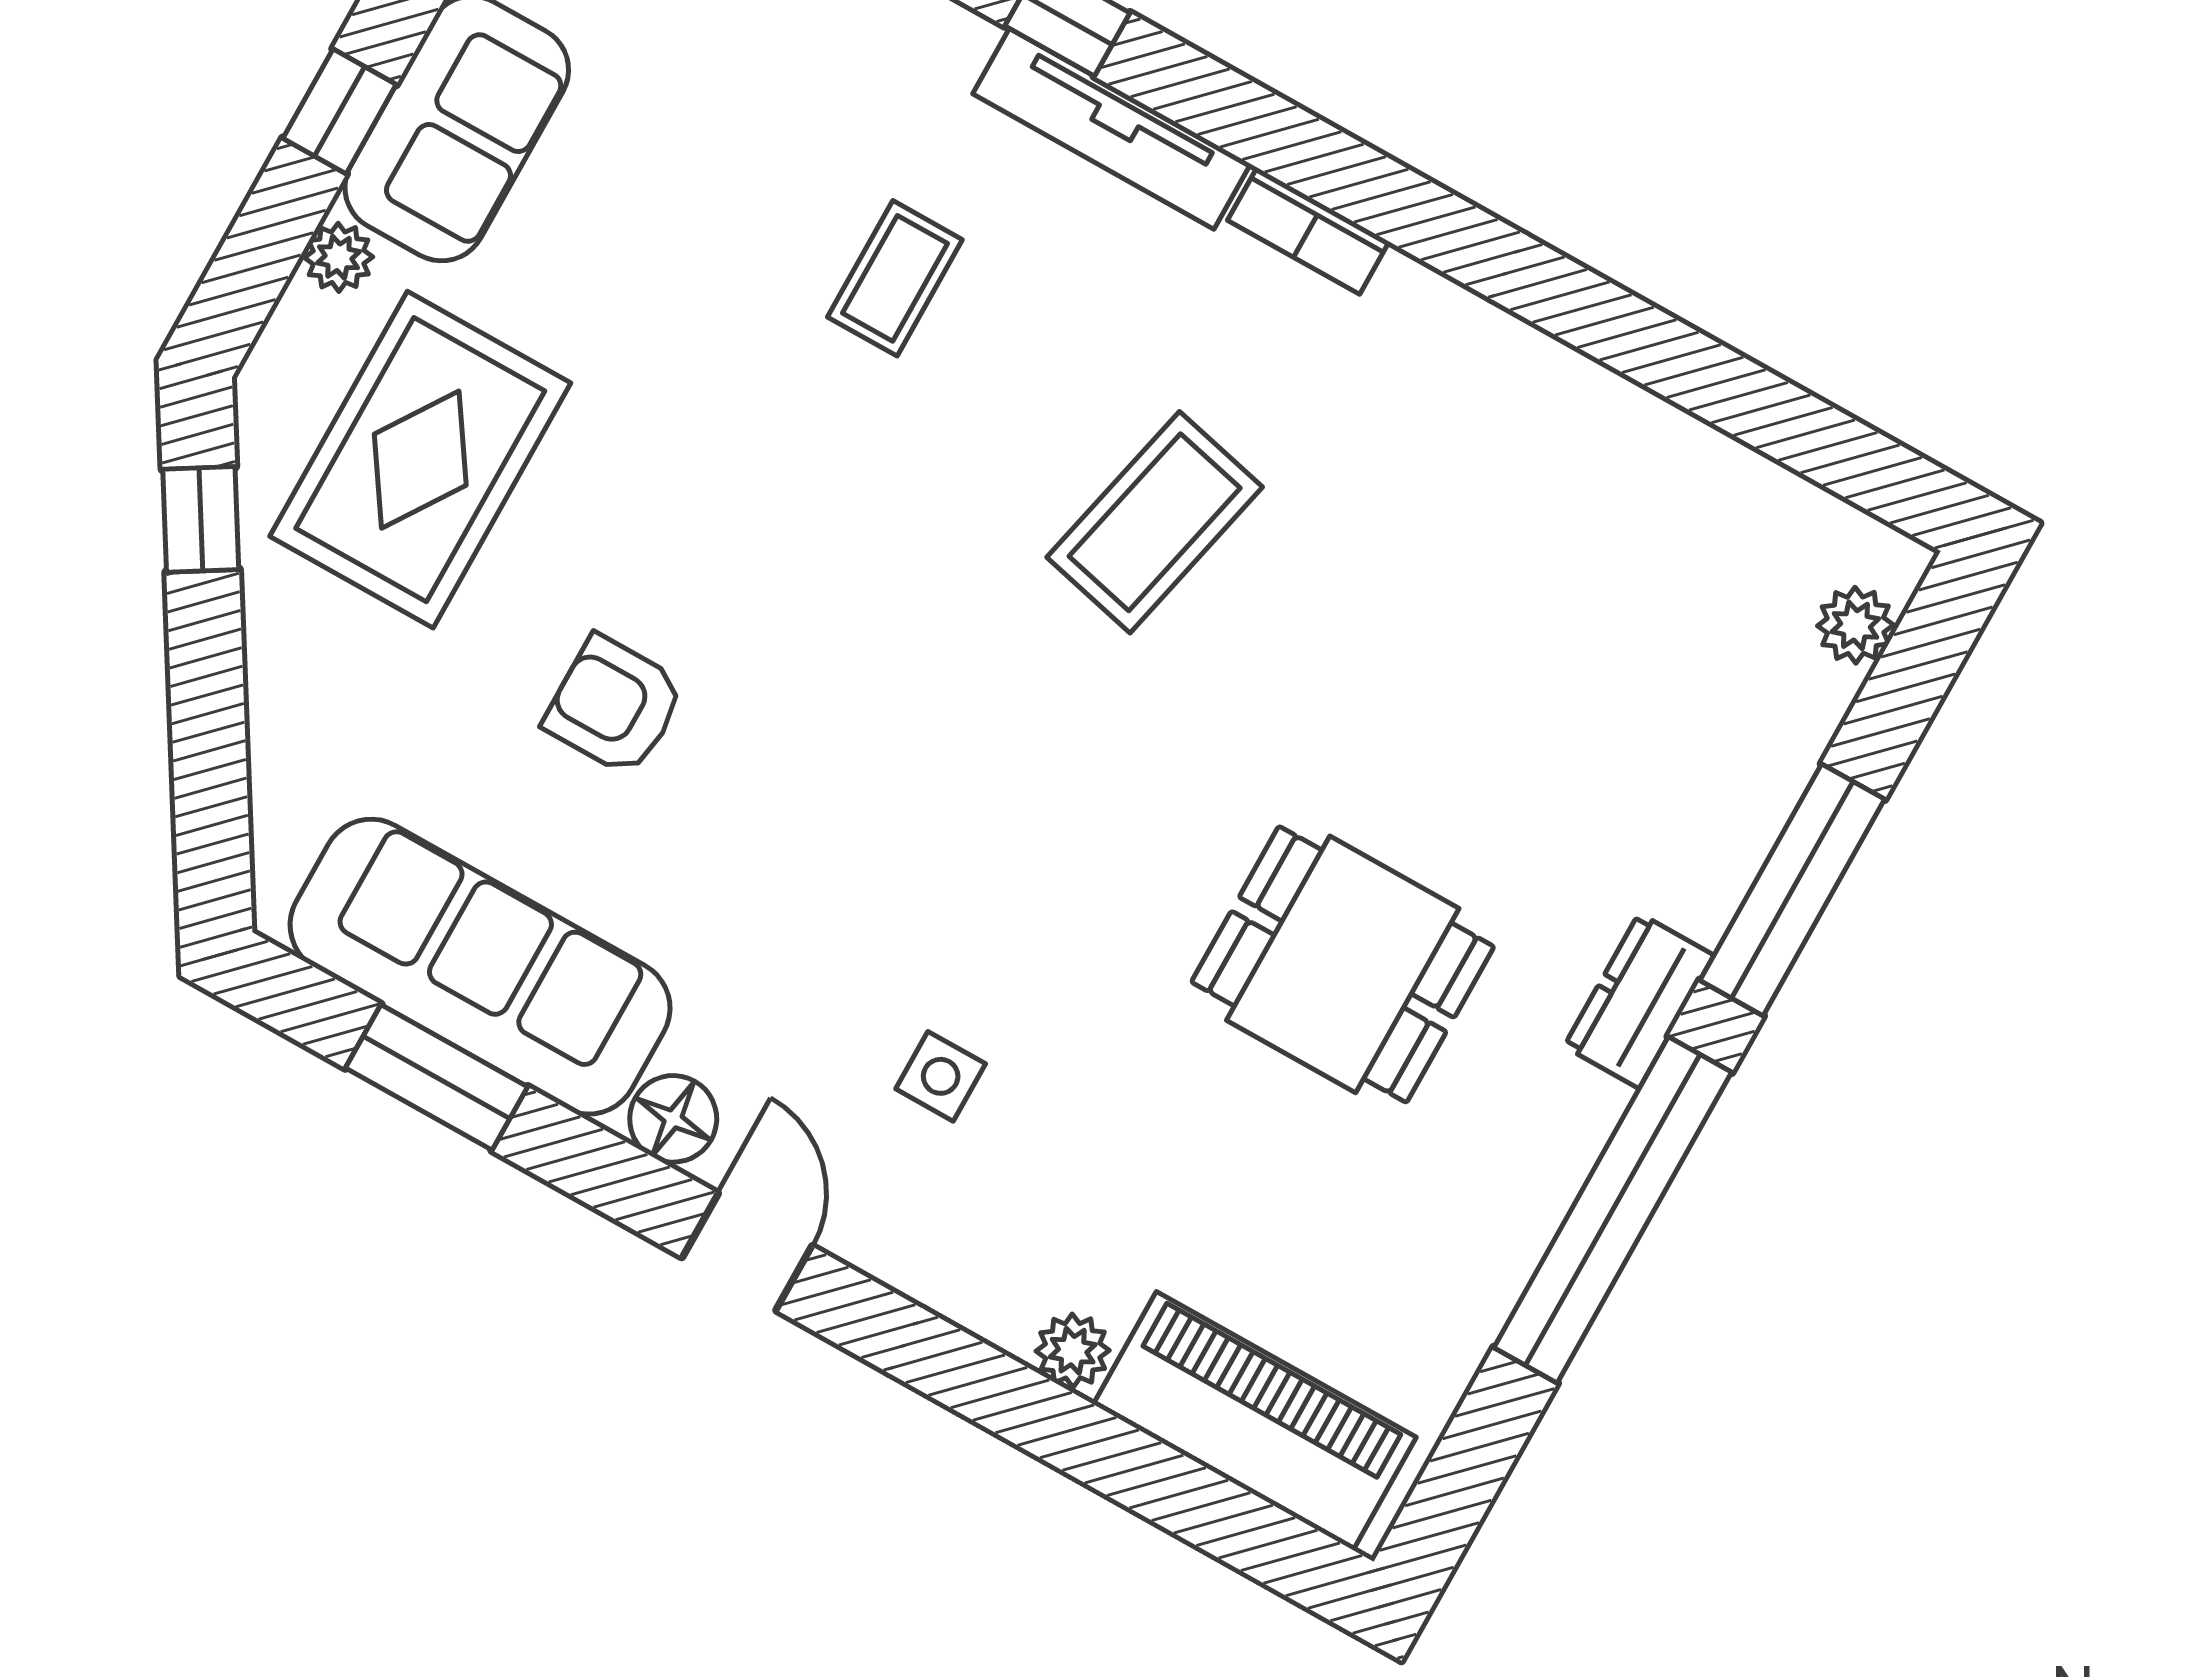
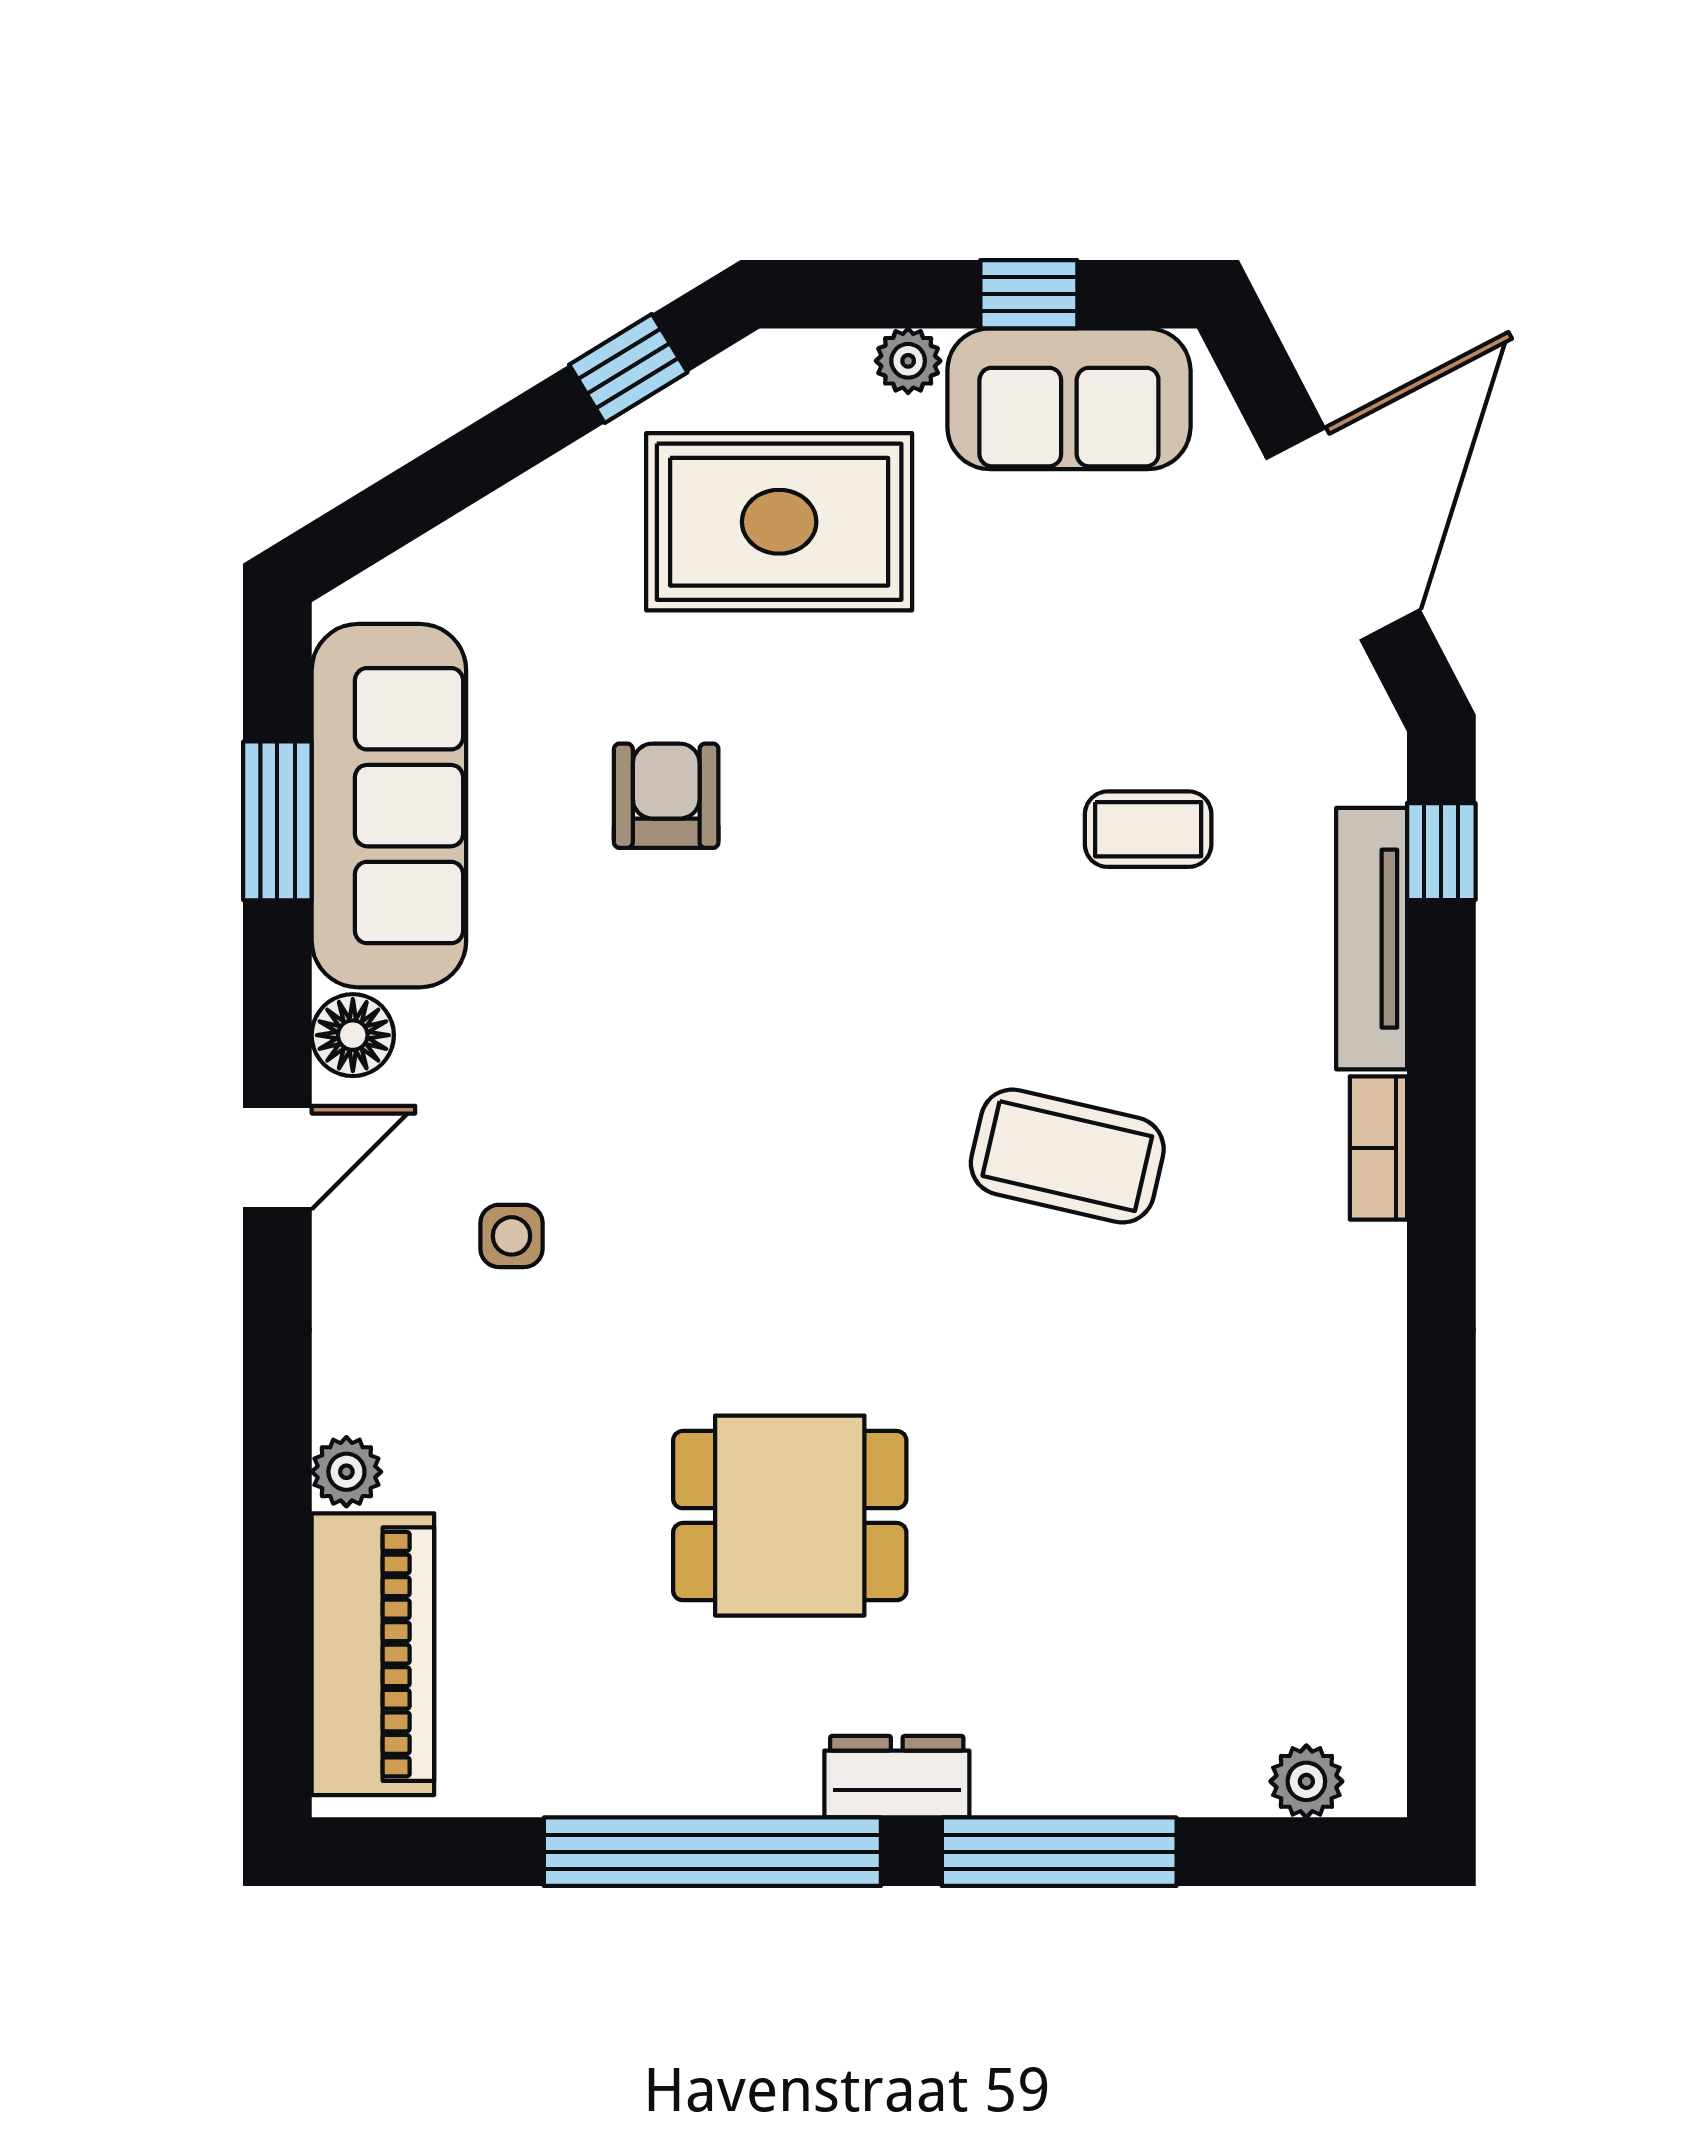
dining table: (1343, 964) -> (790, 1516), turned 90

